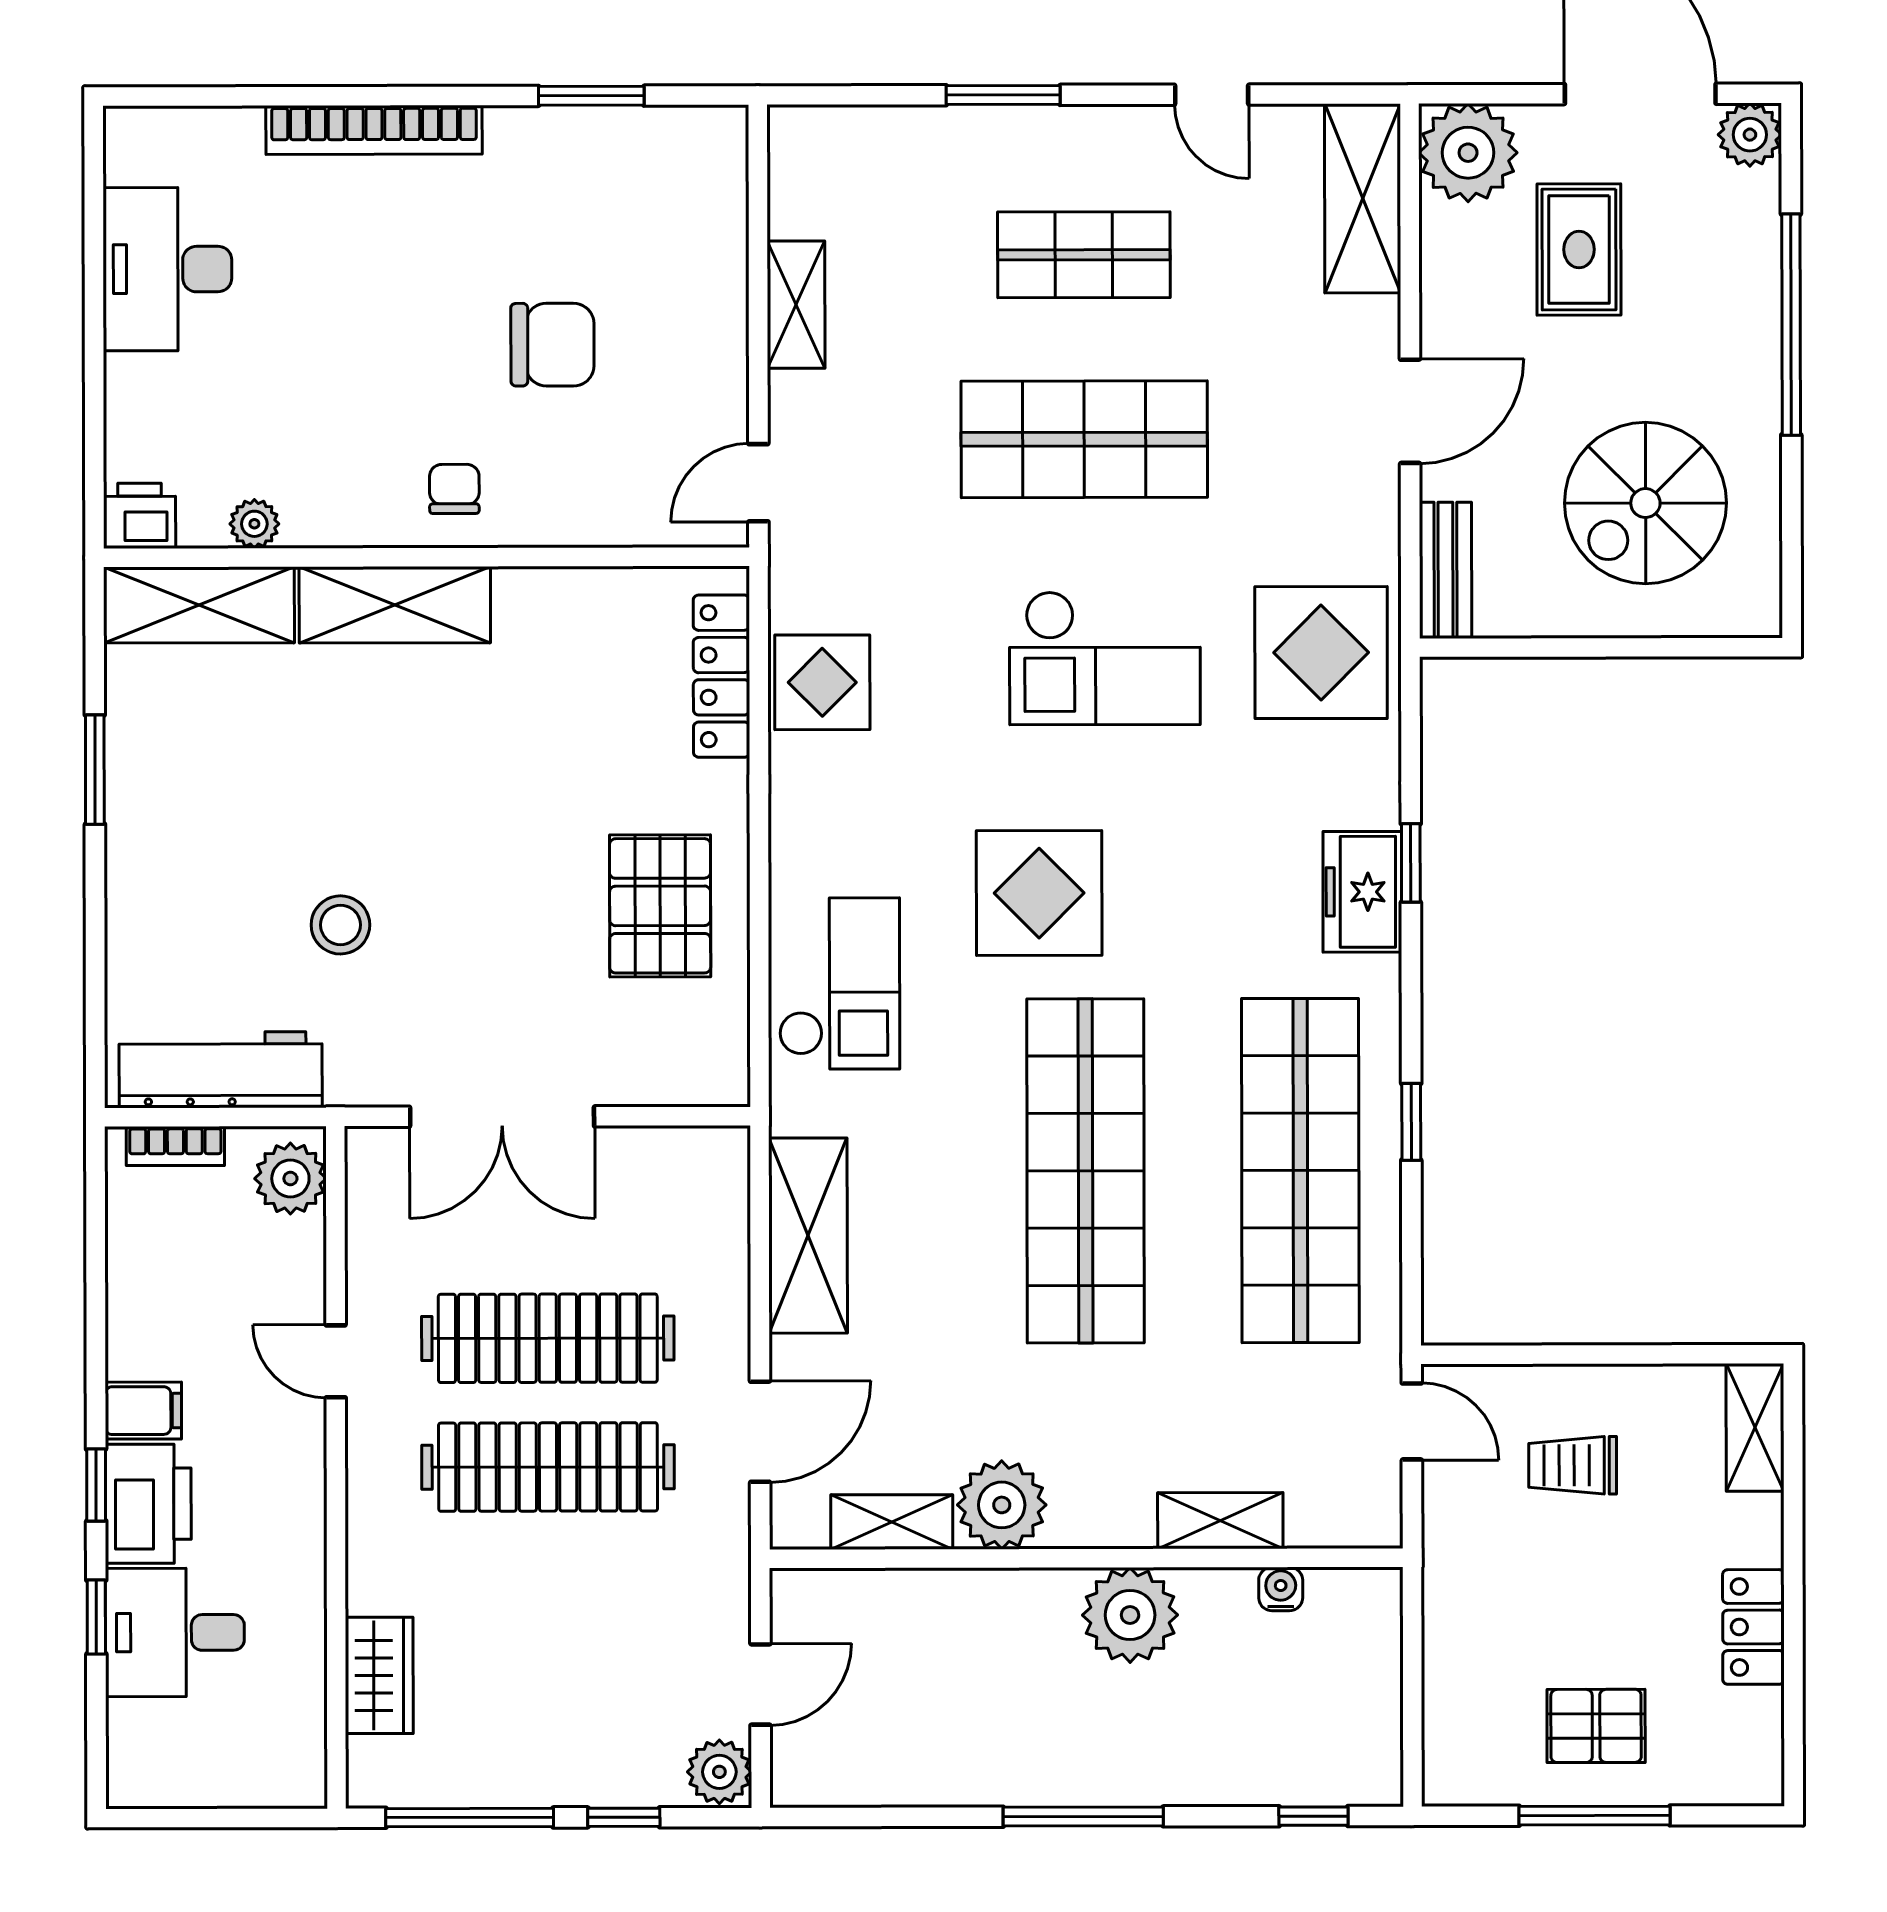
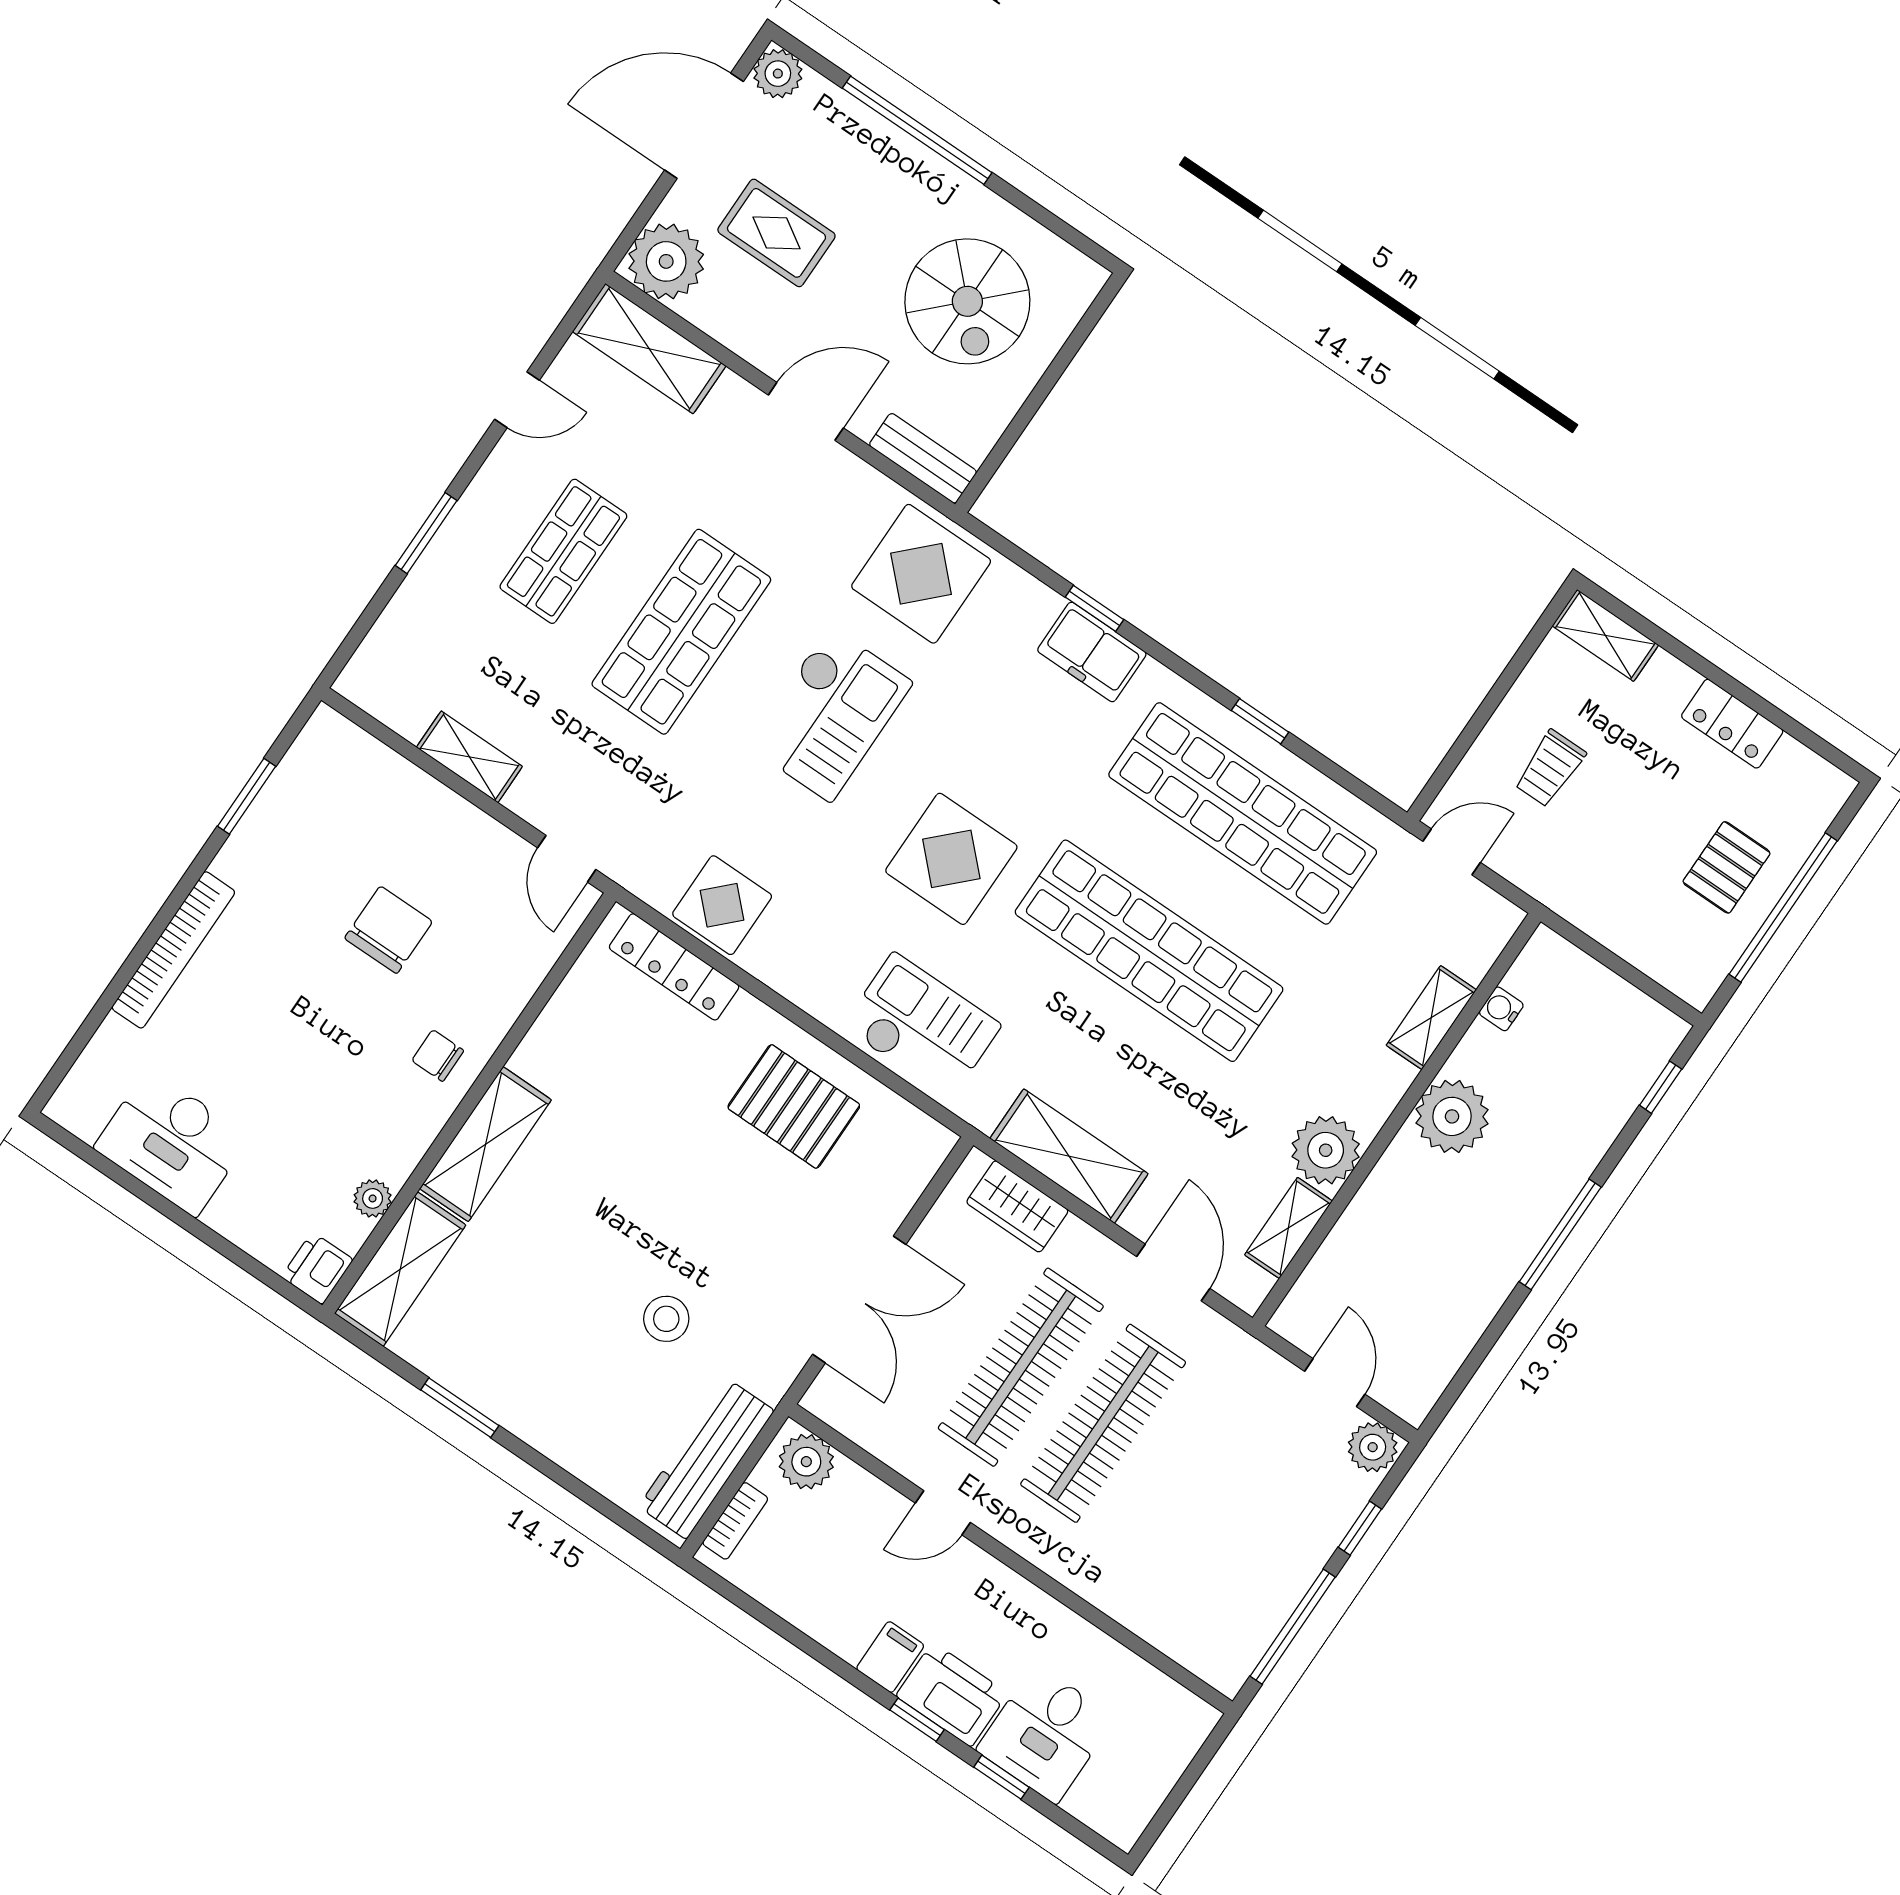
door: (1410, 411) -> (806, 411), hinge flipped
wardrobe: (379, 1675) -> (1017, 1206), moved, turned 180
window: (1595, 1816) -> (1783, 908), width x1.46

